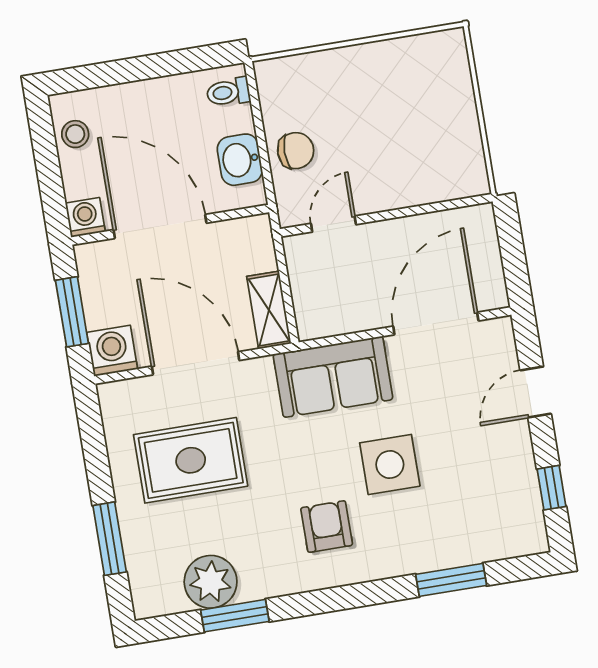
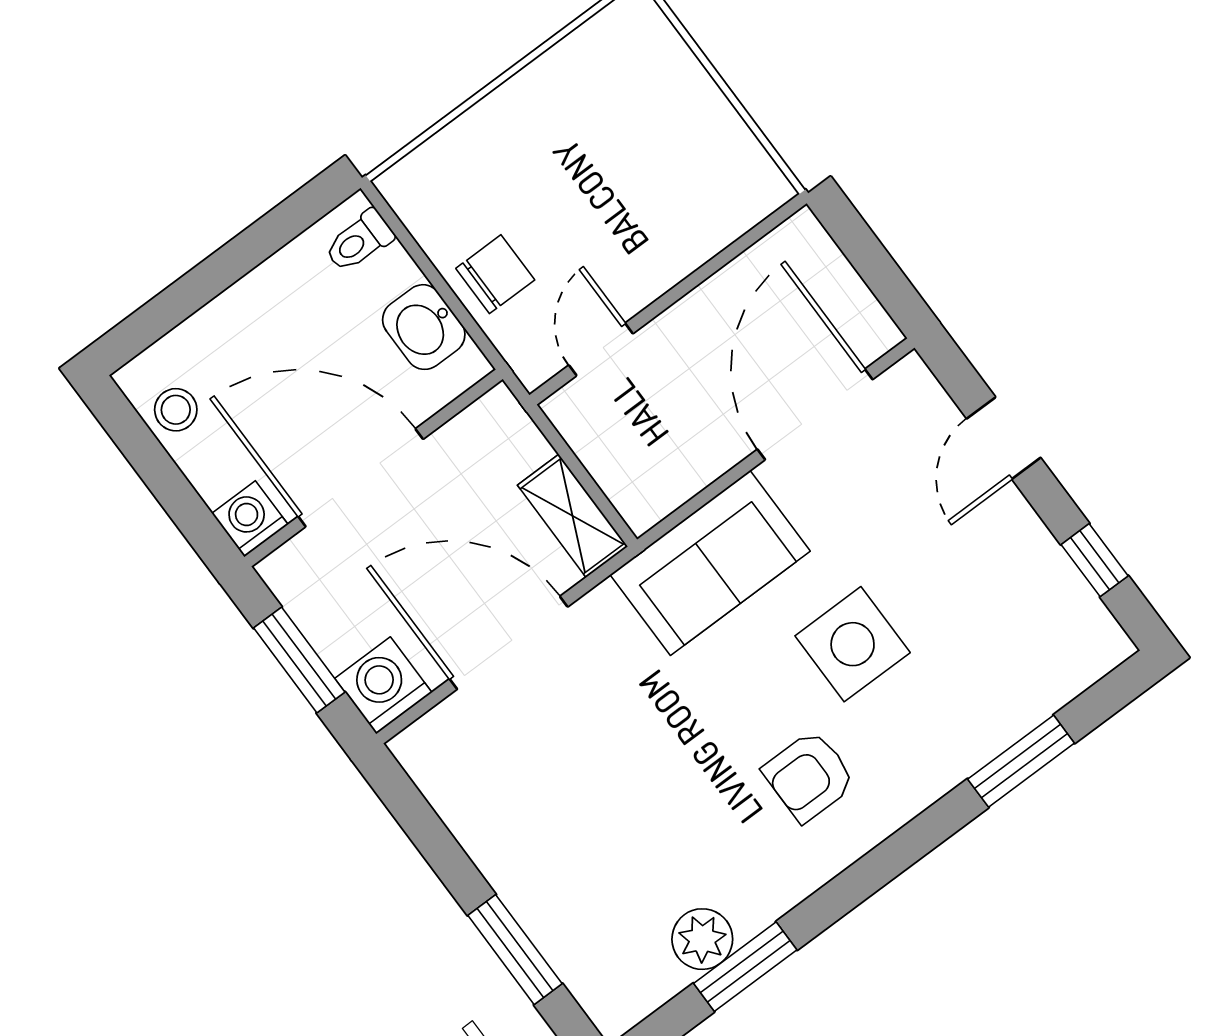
rug: (191, 460) -> (572, 782), removed
armchair: (327, 527) -> (809, 776), turned -90
plant: (211, 582) -> (702, 939), width x0.73, depth x0.73

